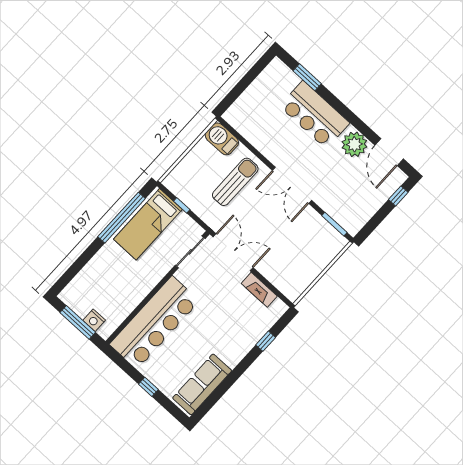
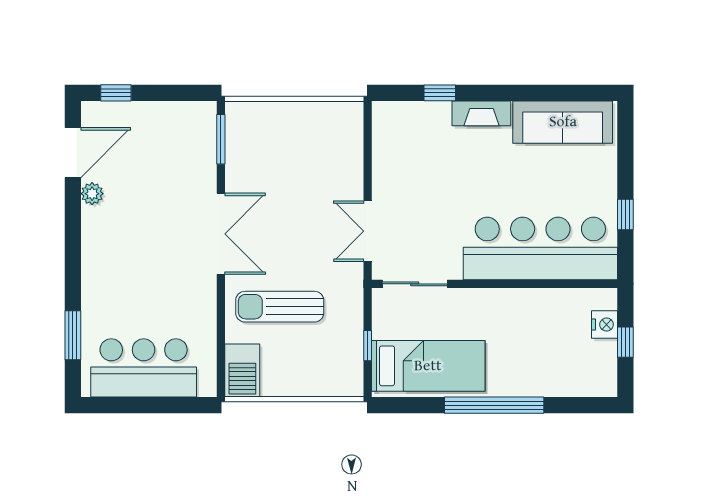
bar counter: (315, 115) -> (144, 368), moved, turned -90
plant: (354, 144) -> (92, 194), width x0.53, depth x0.53
window: (122, 218) -> (494, 405), moved
double door: (233, 252) -> (368, 231), width x0.73
fireplace: (259, 290) -> (481, 113), moved, turned 90
window: (78, 322) -> (625, 342), width x0.46
window: (148, 387) -> (625, 214), moved

